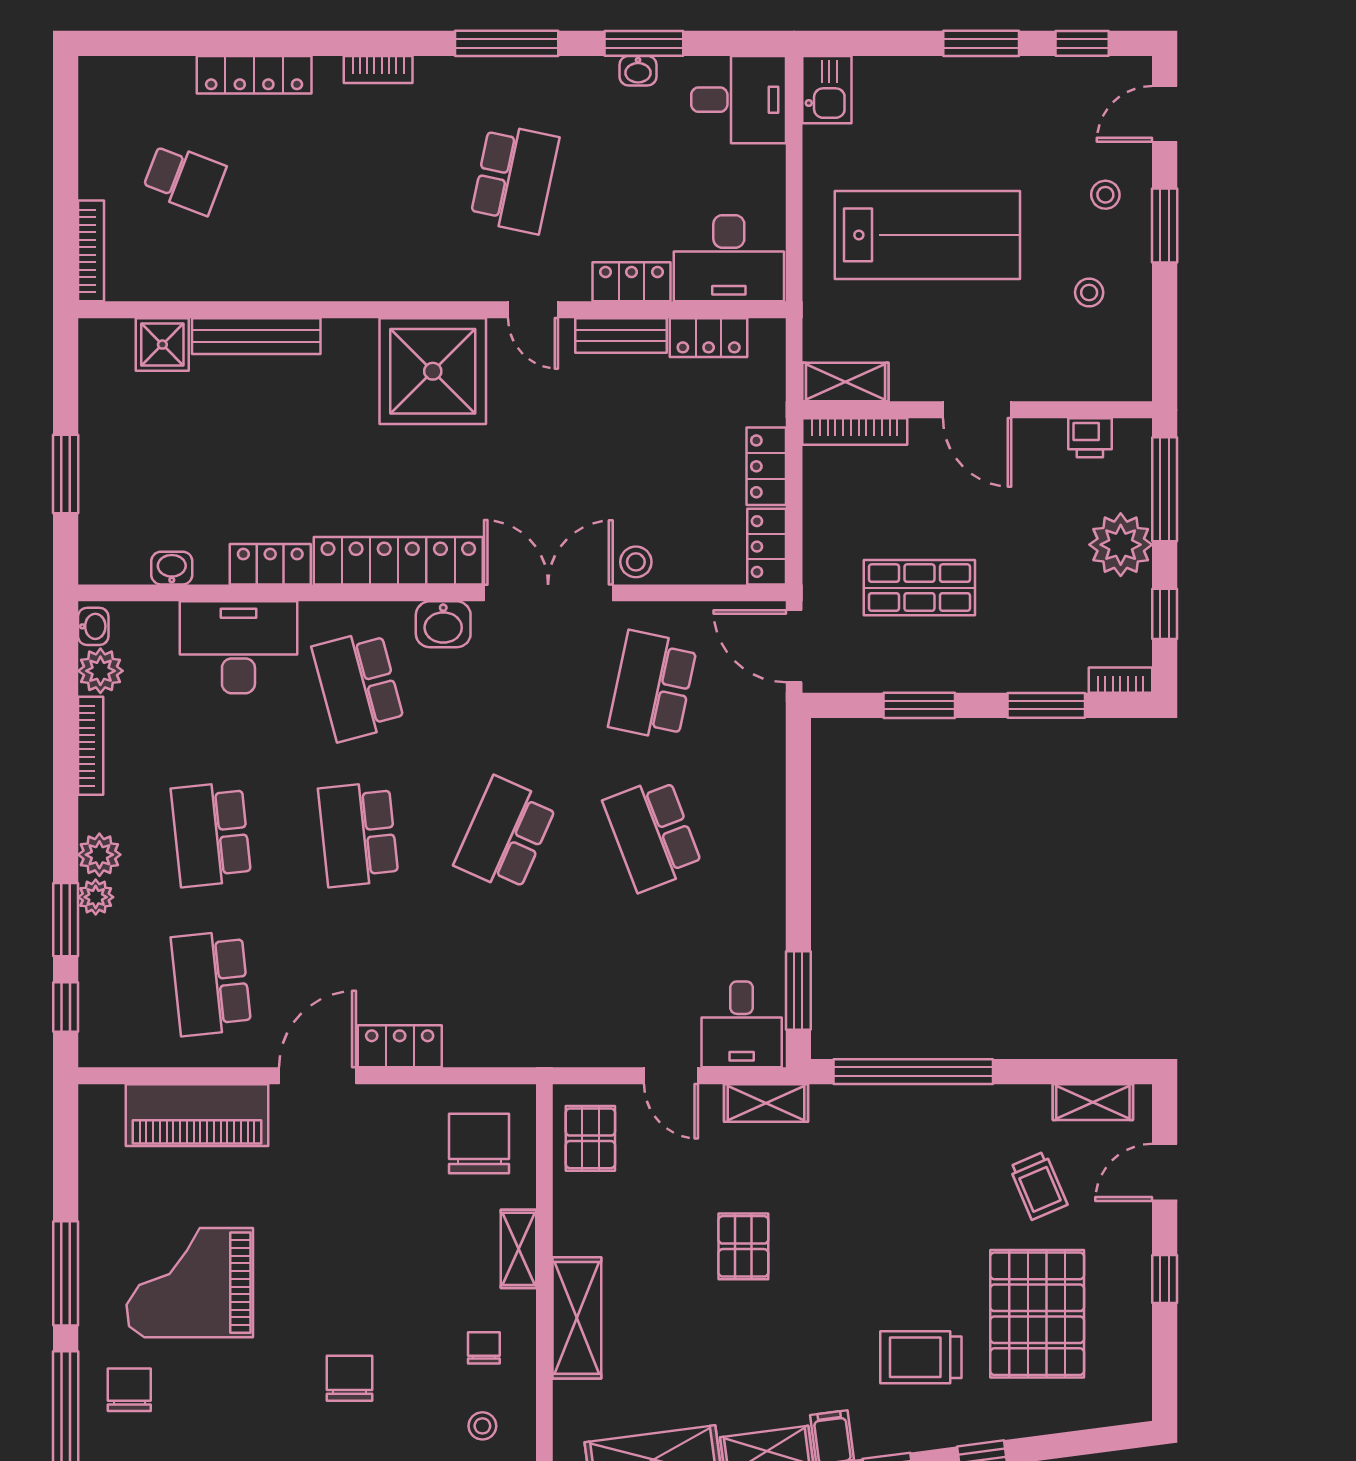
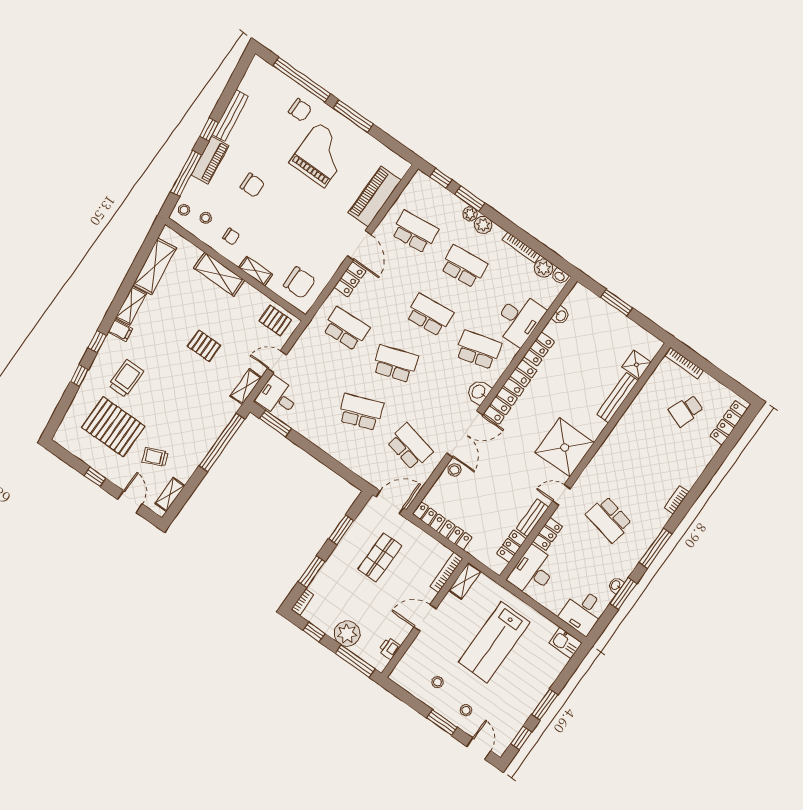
locker: (254, 75) -> (729, 423), moved
school desk: (506, 834) -> (395, 363), turned -42
school desk: (506, 983) -> (346, 329), added

